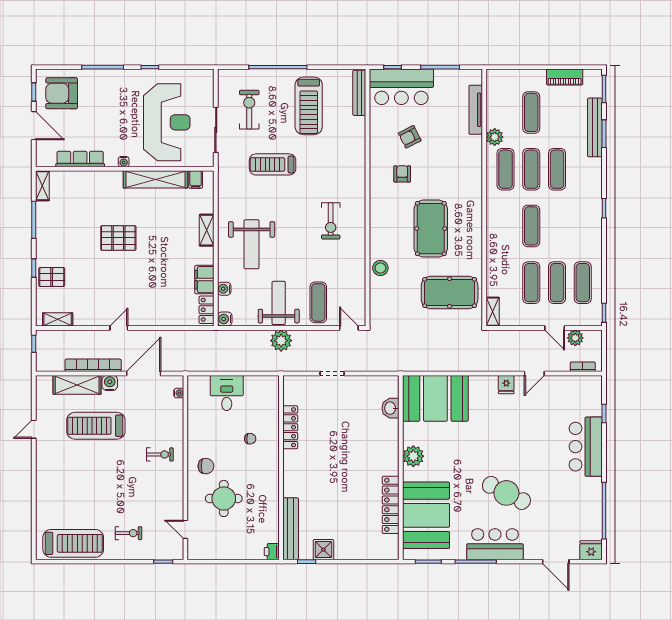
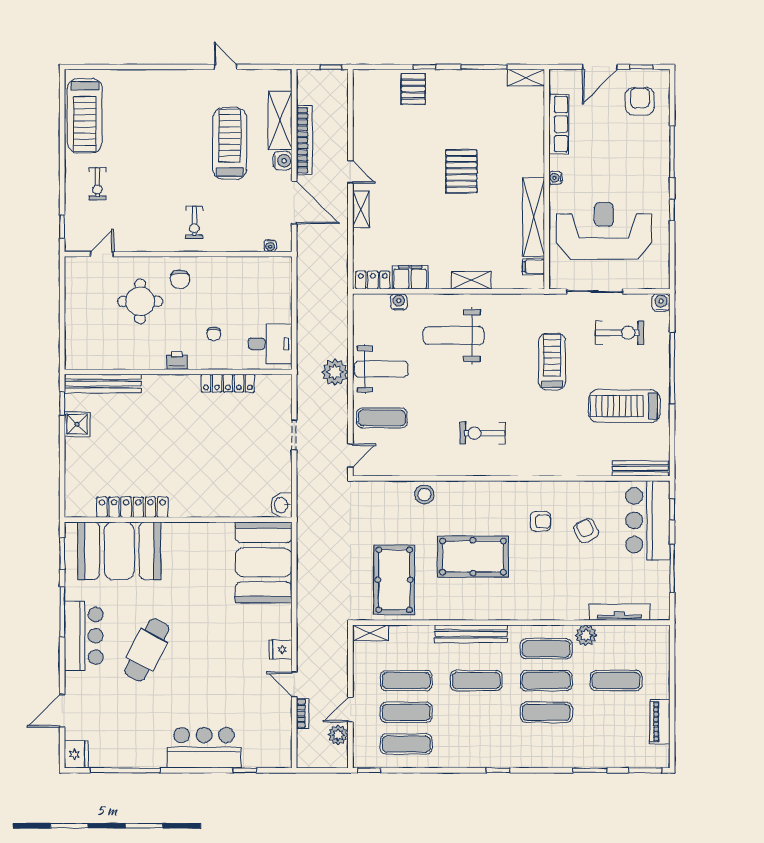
armchair: (62, 93) -> (640, 101), width x0.73, depth x0.73
reception desk: (167, 122) -> (604, 231), turned 180
bench: (595, 127) -> (471, 634), moved
shelving: (58, 319) -> (361, 209), moved
water cooler: (225, 319) -> (661, 303), moved
bookcase: (583, 367) -> (303, 713), moved
desk: (227, 393) -> (270, 344), moved
washbasin: (391, 408) -> (282, 505), moved, turned -90
plant: (413, 456) -> (192, 535), removed
printer: (272, 552) -> (177, 360), moved

